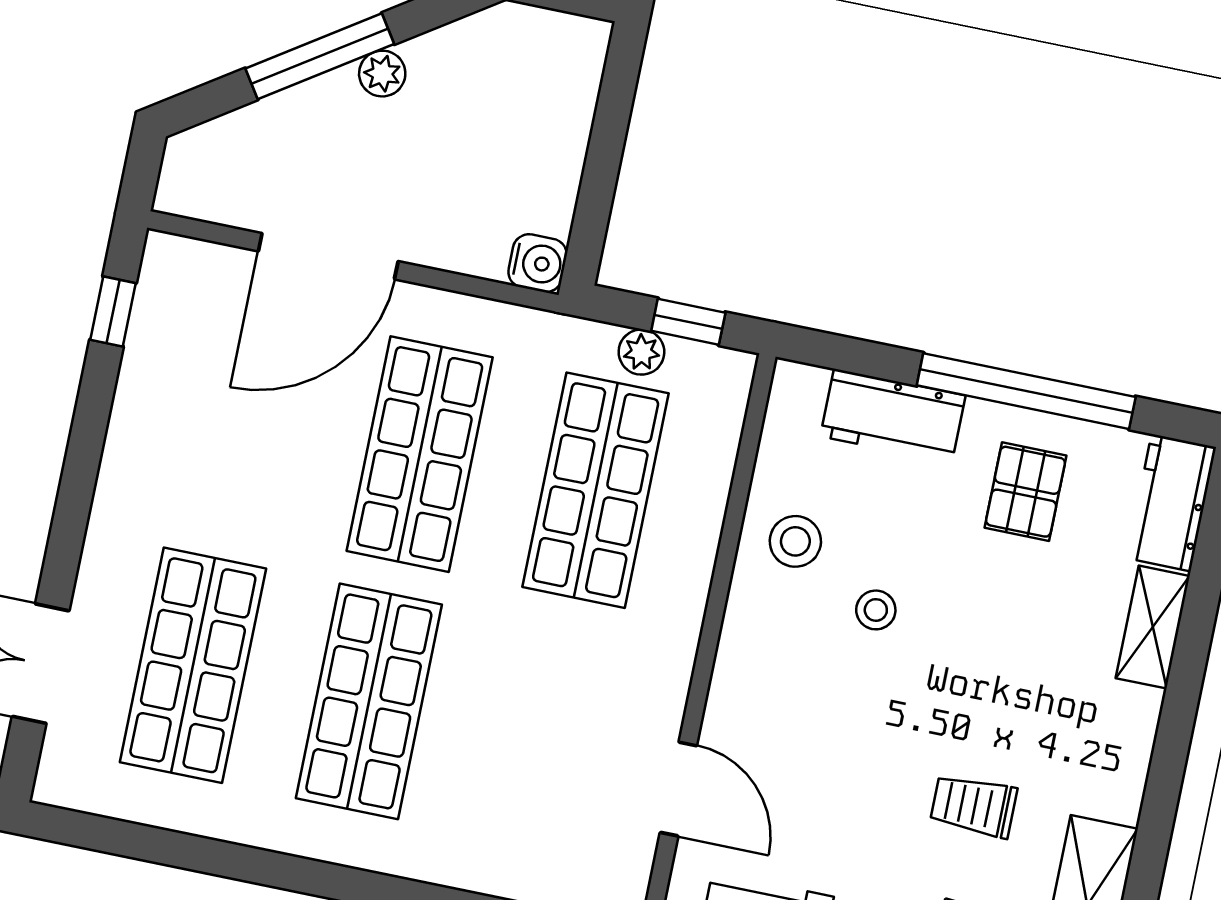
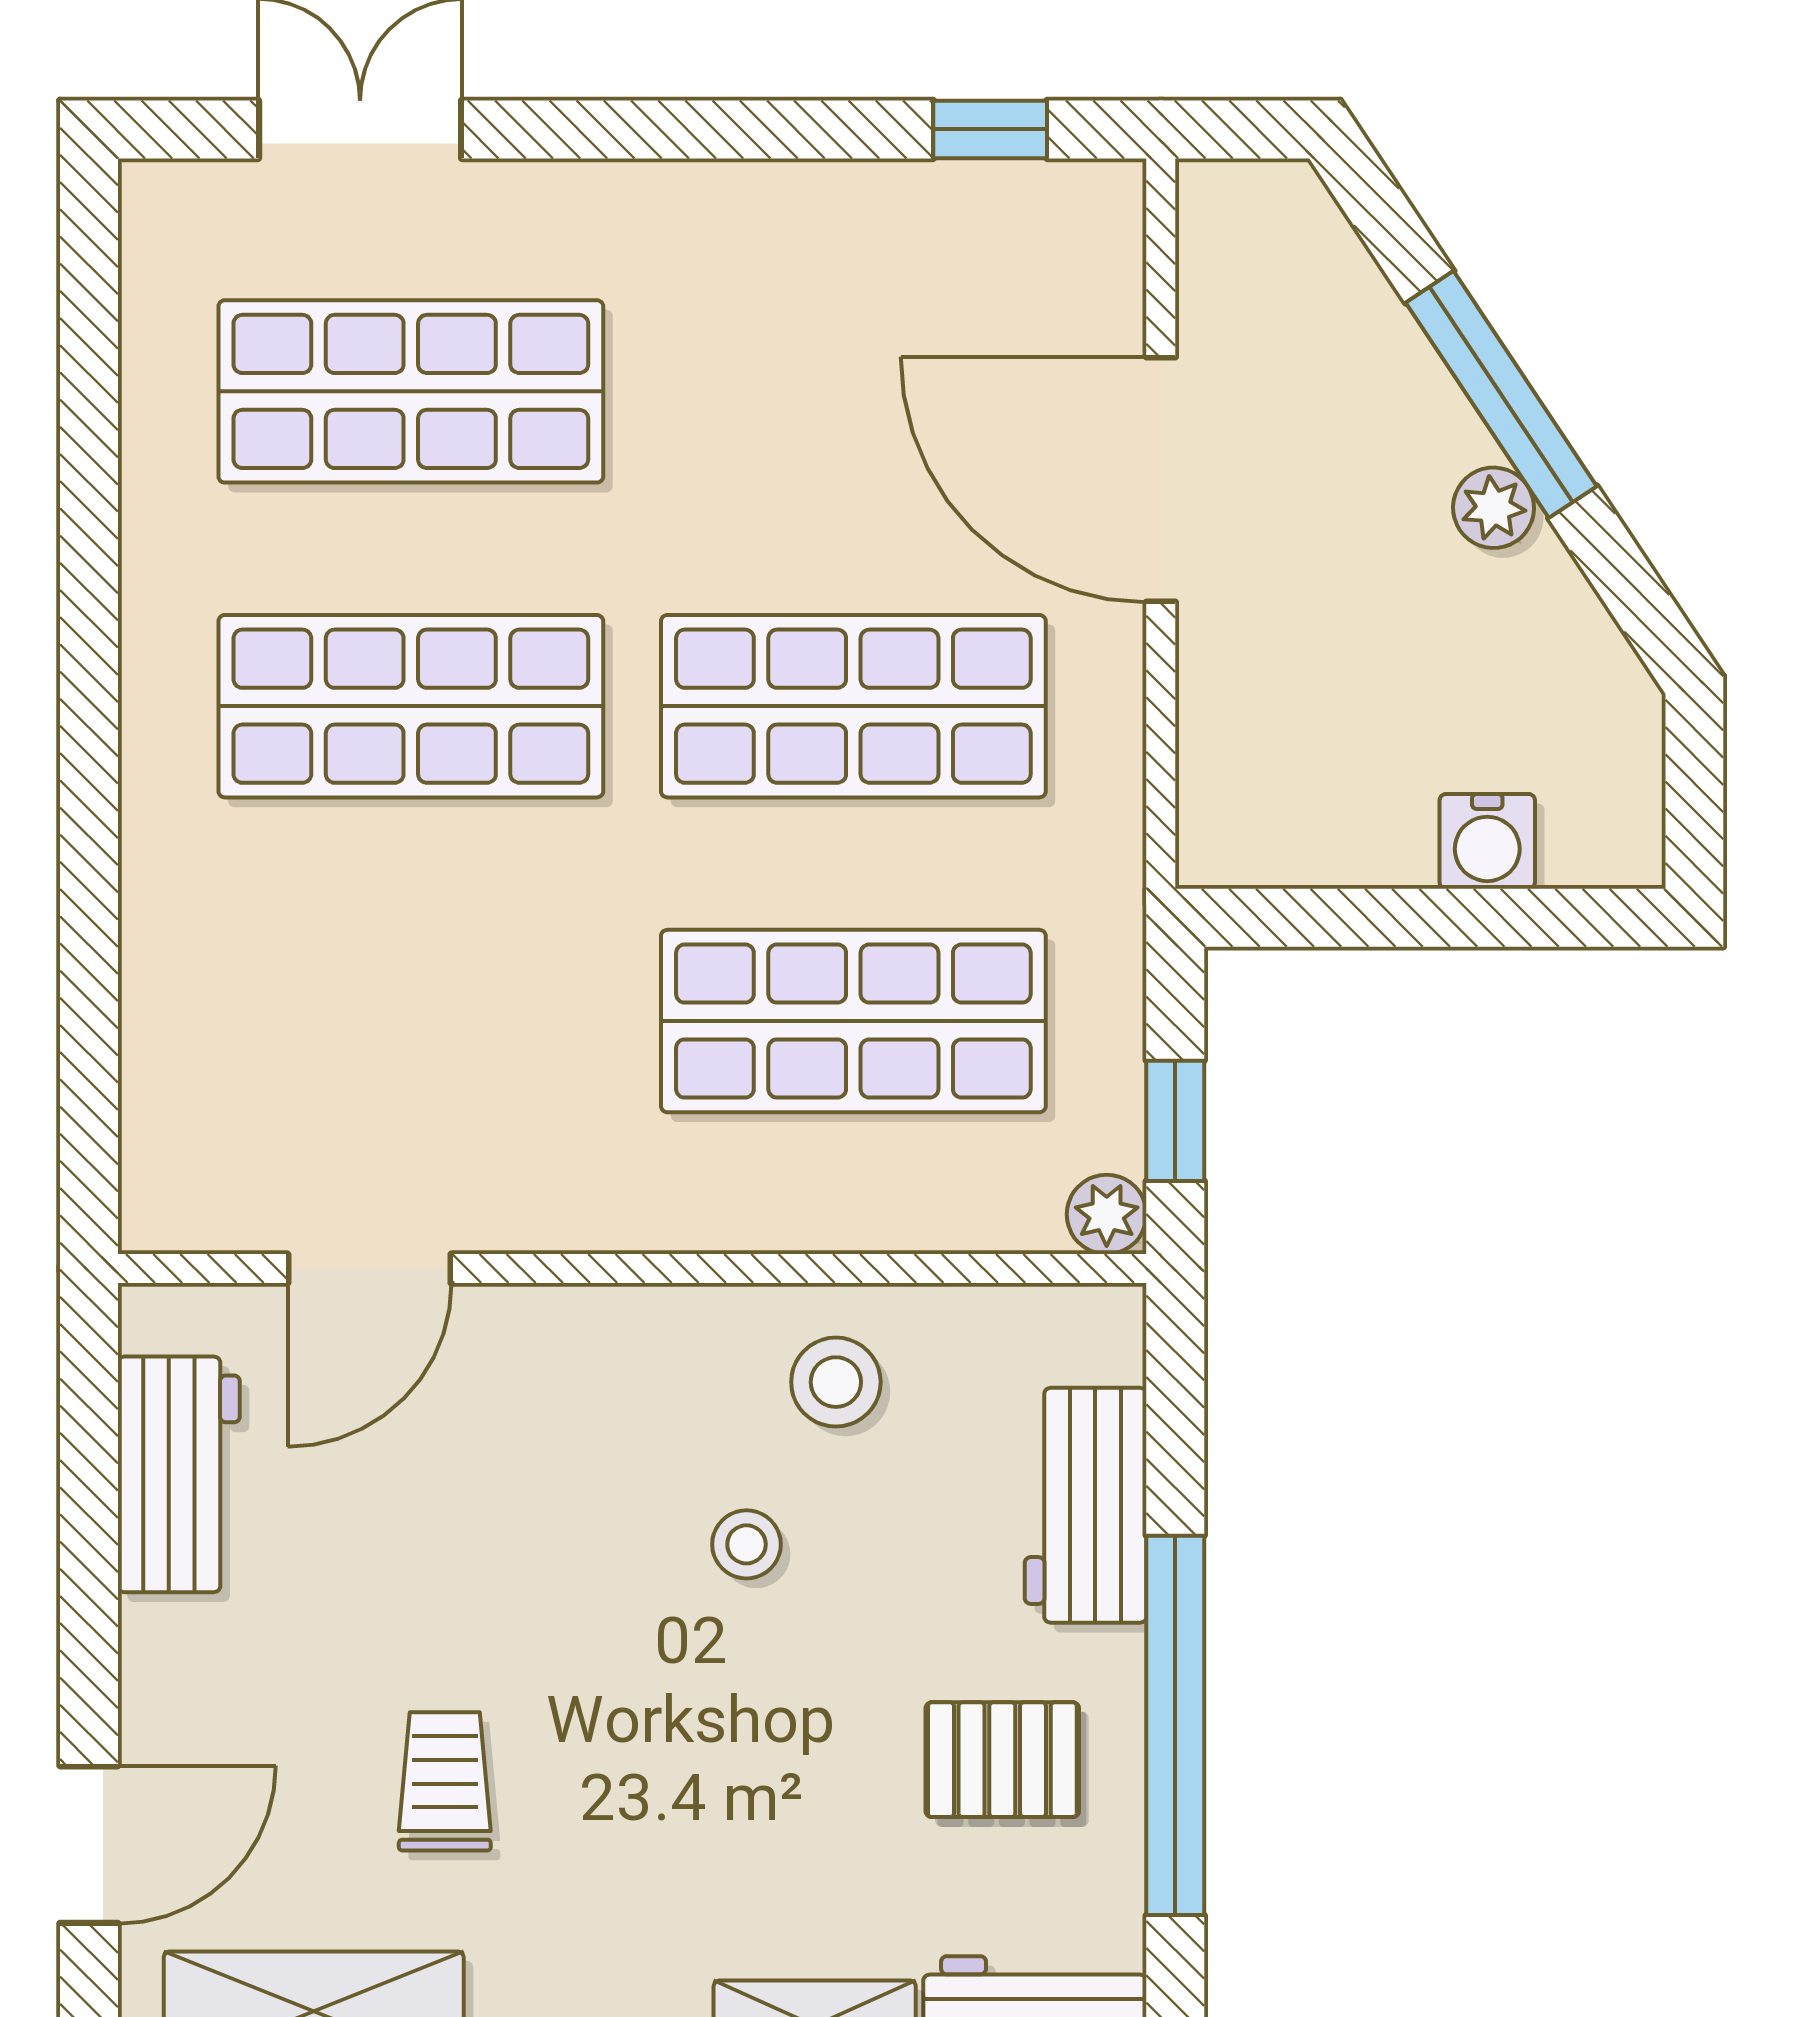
water cooler: (538, 263) -> (1487, 841), moved
plant: (641, 352) -> (1107, 1214), moved

